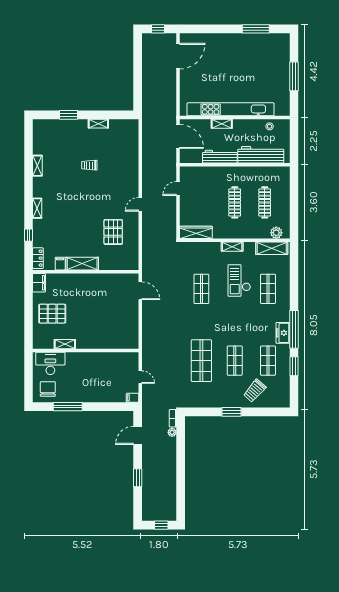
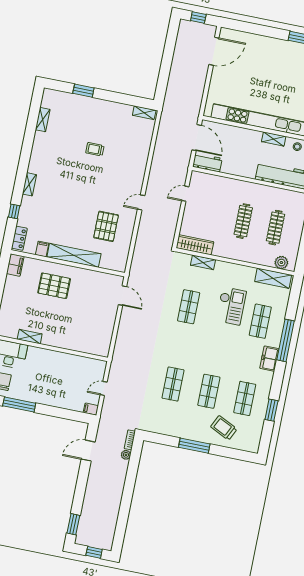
shelving: (98, 124) -> (144, 113), moved
shelving: (222, 124) -> (274, 139), moved
workbench: (220, 157) -> (207, 162), moved, width x0.73
shelving: (37, 166) -> (43, 120), moved
shelving: (232, 247) -> (203, 262), moved
shelving: (82, 264) -> (74, 255), width x1.47
checkout: (239, 280) -> (231, 306), turned 180
pallet: (52, 314) -> (54, 286), moved
window: (294, 329) -> (286, 340), moved
freezer: (283, 333) -> (269, 359), moved
shop shelf: (201, 361) -> (173, 384), width x0.70, depth x0.74
door: (140, 377) -> (104, 388), swing flipped
trolley: (255, 391) -> (224, 428), turned 75
window: (231, 412) -> (194, 446), width x1.44
window: (138, 478) -> (73, 524), moved

